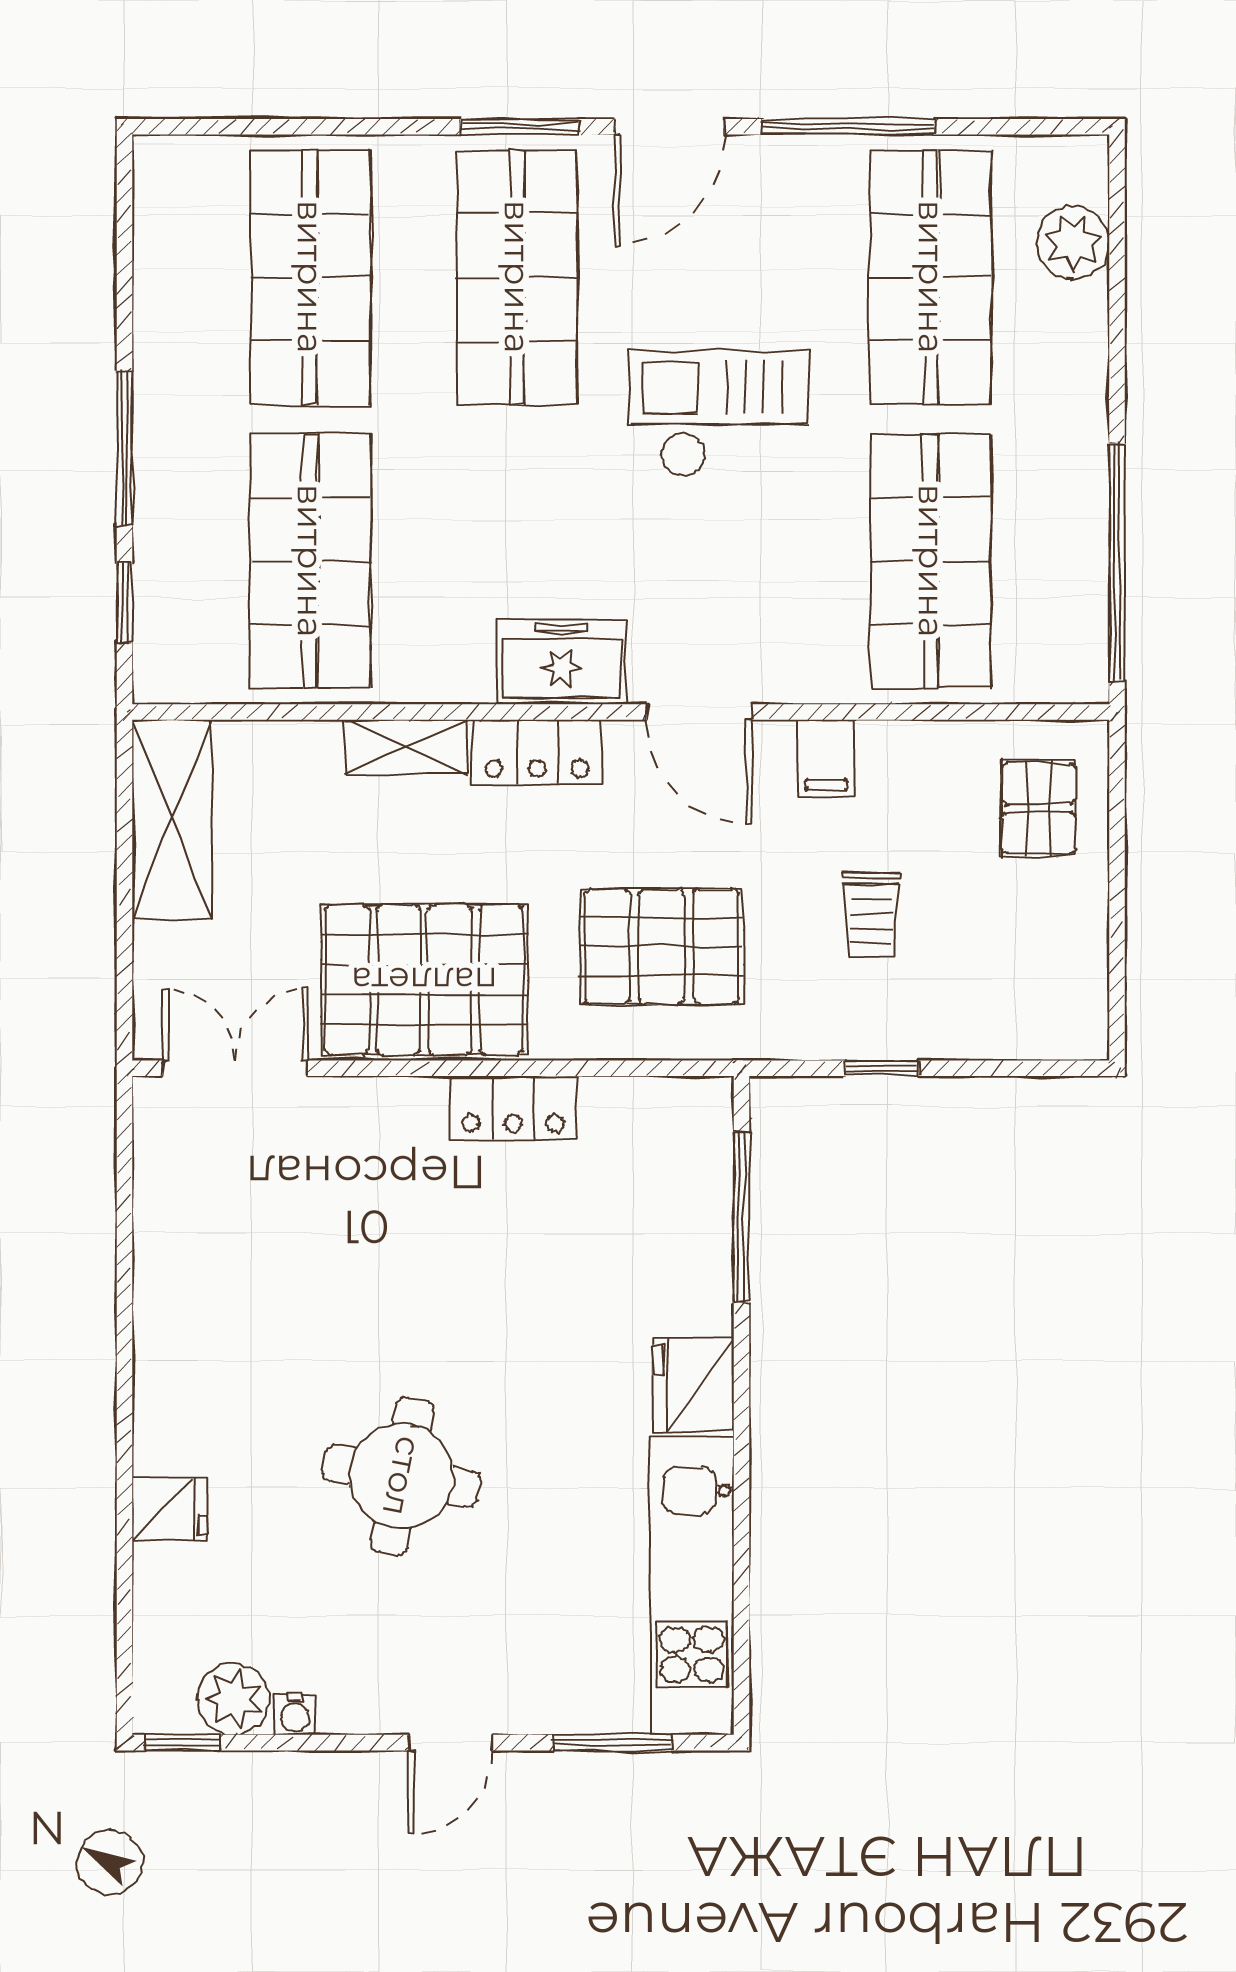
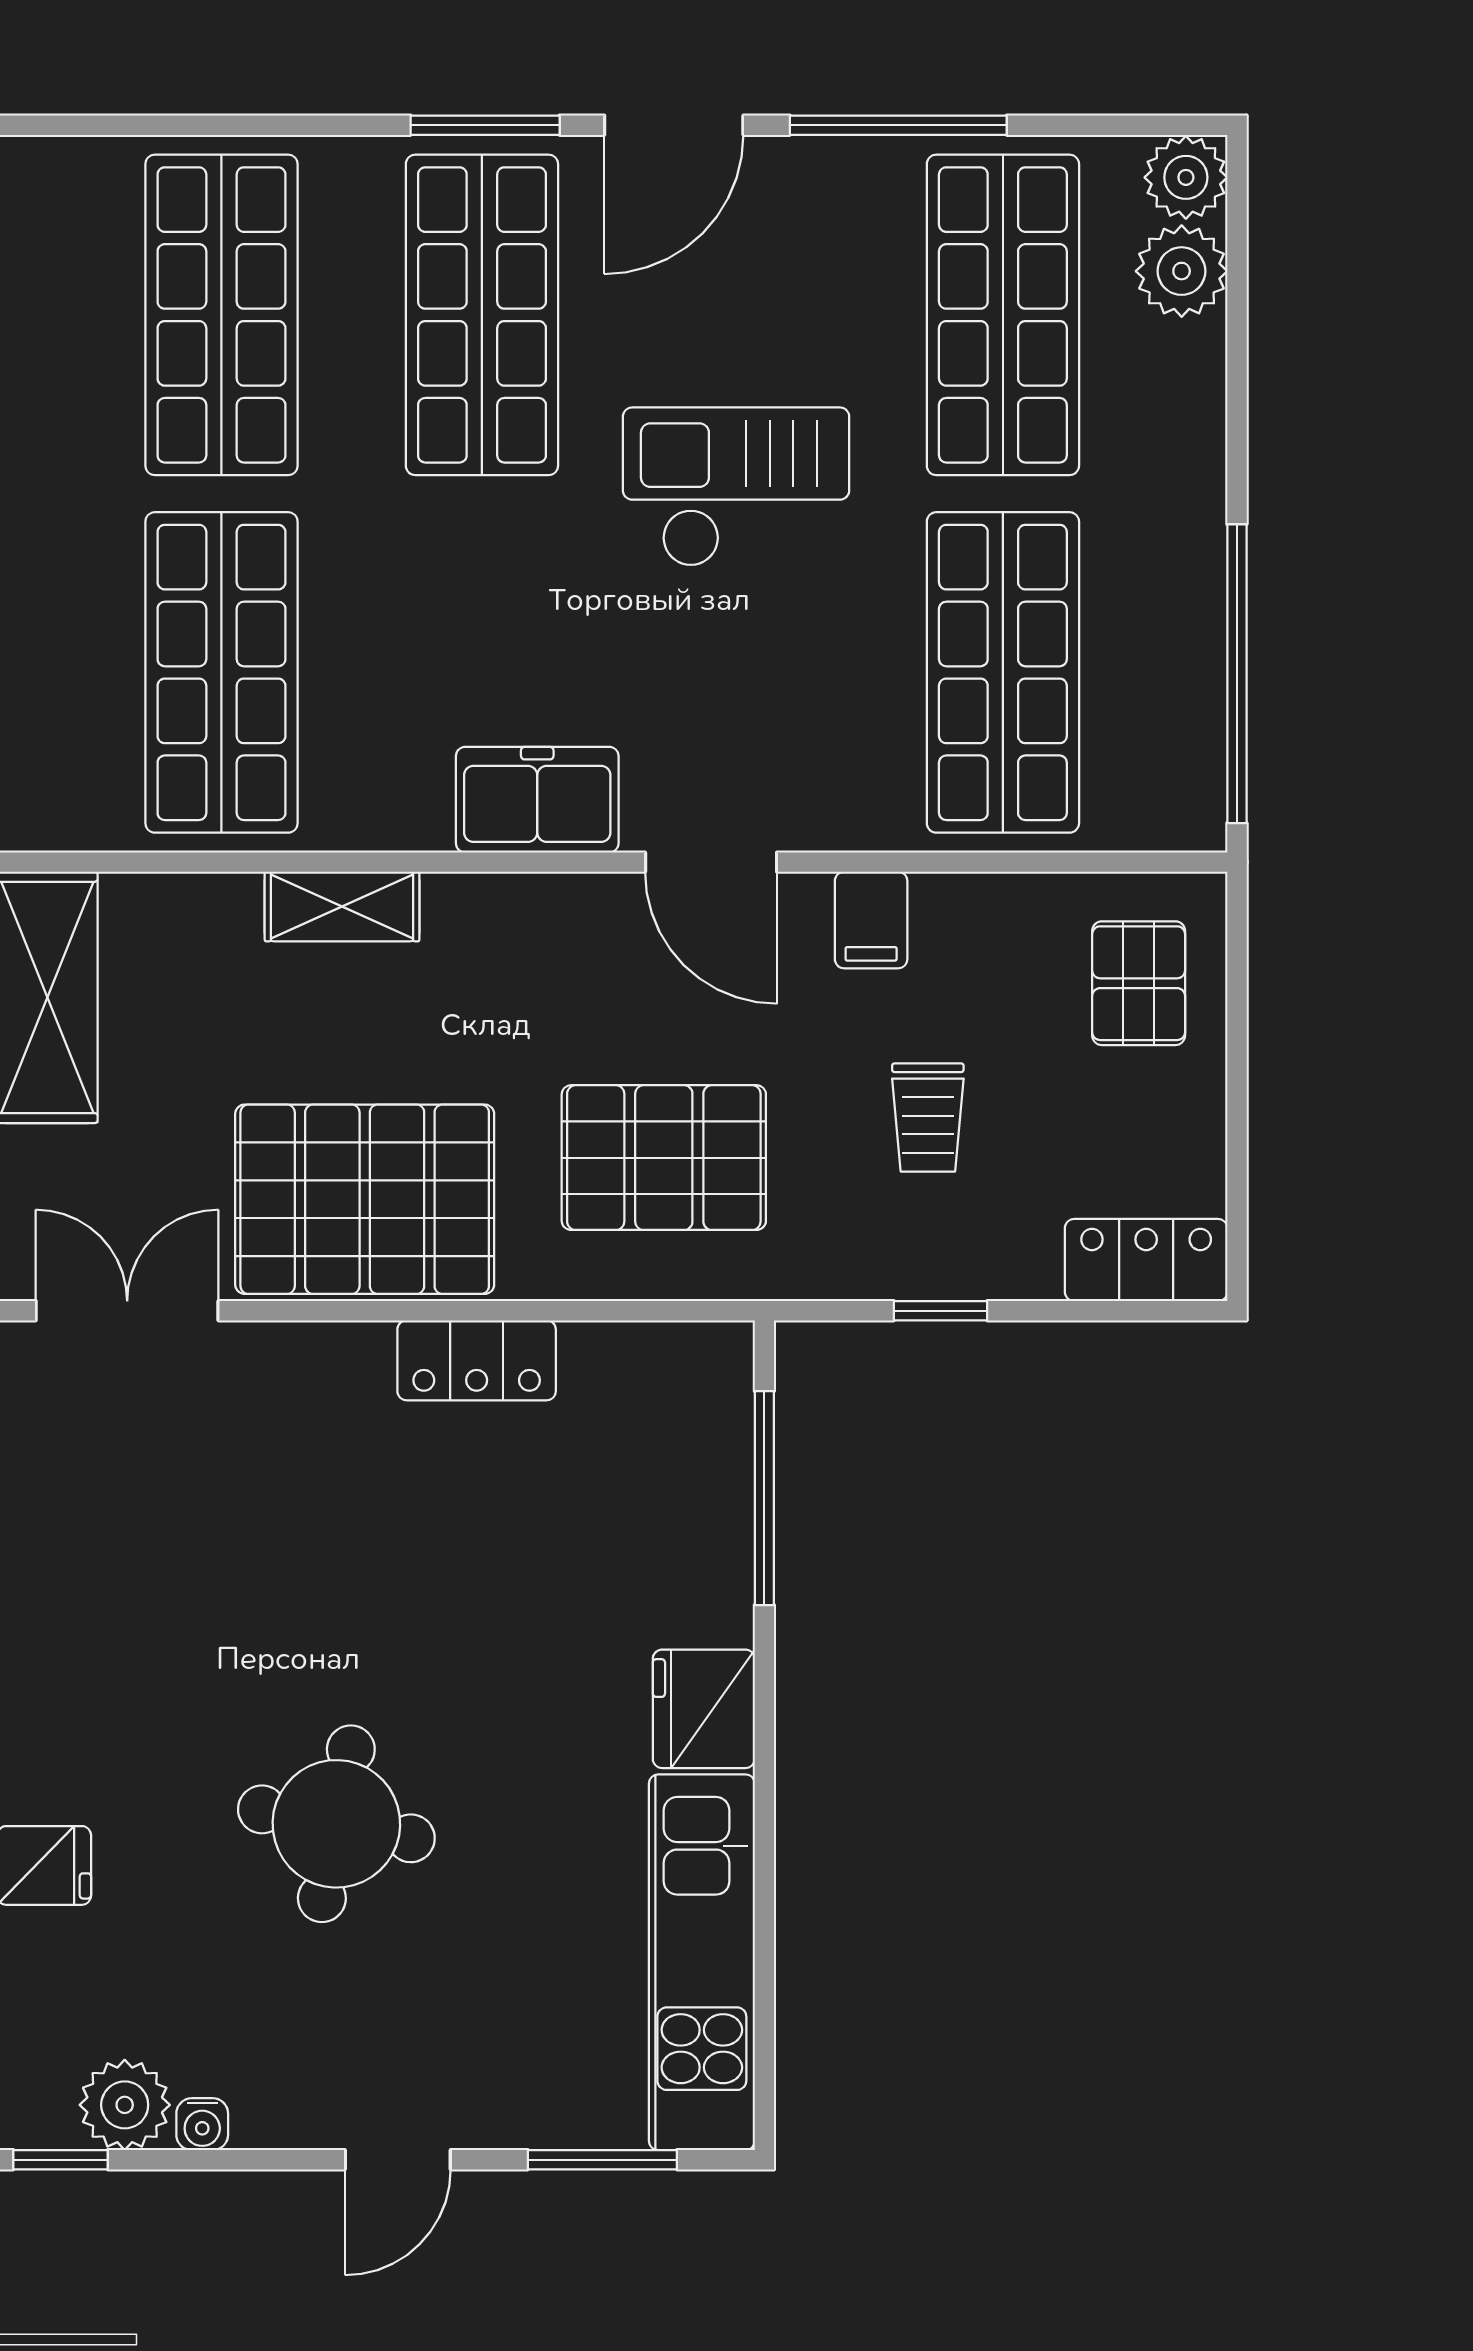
plant: (1076, 168) -> (1186, 177), added
locker: (537, 752) -> (1146, 1260), moved, turned 180

